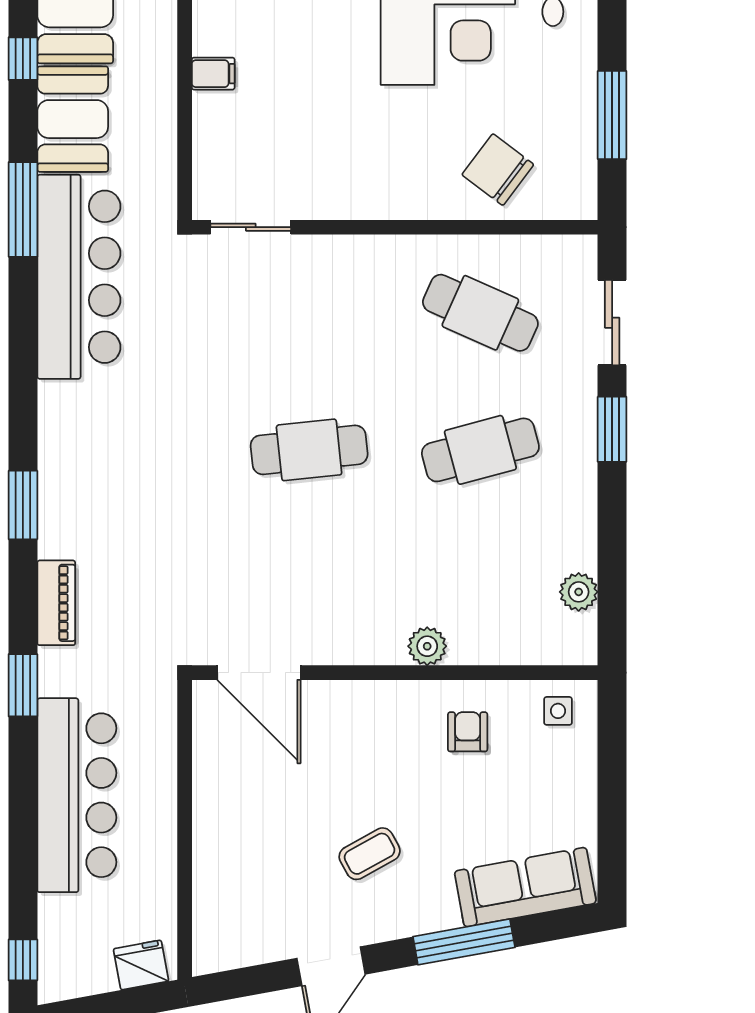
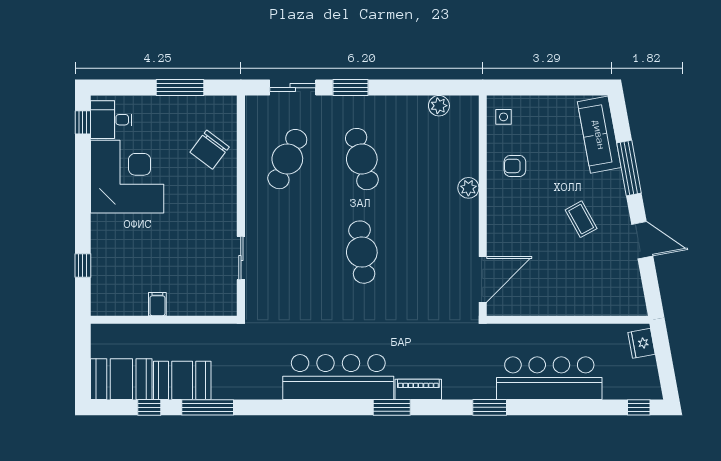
window: (23, 209) -> (208, 407), moved
sliding door: (251, 227) -> (241, 258), moved
bar counter: (79, 277) -> (338, 377), moved
piano: (56, 603) -> (418, 389), moved

